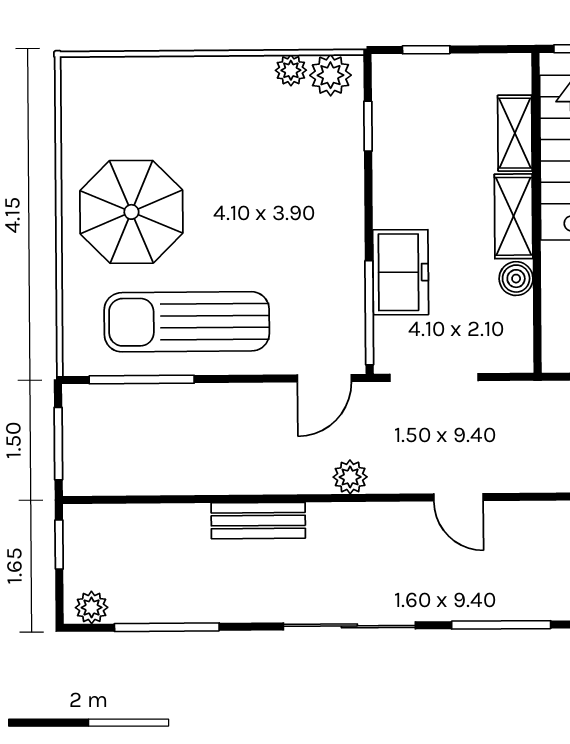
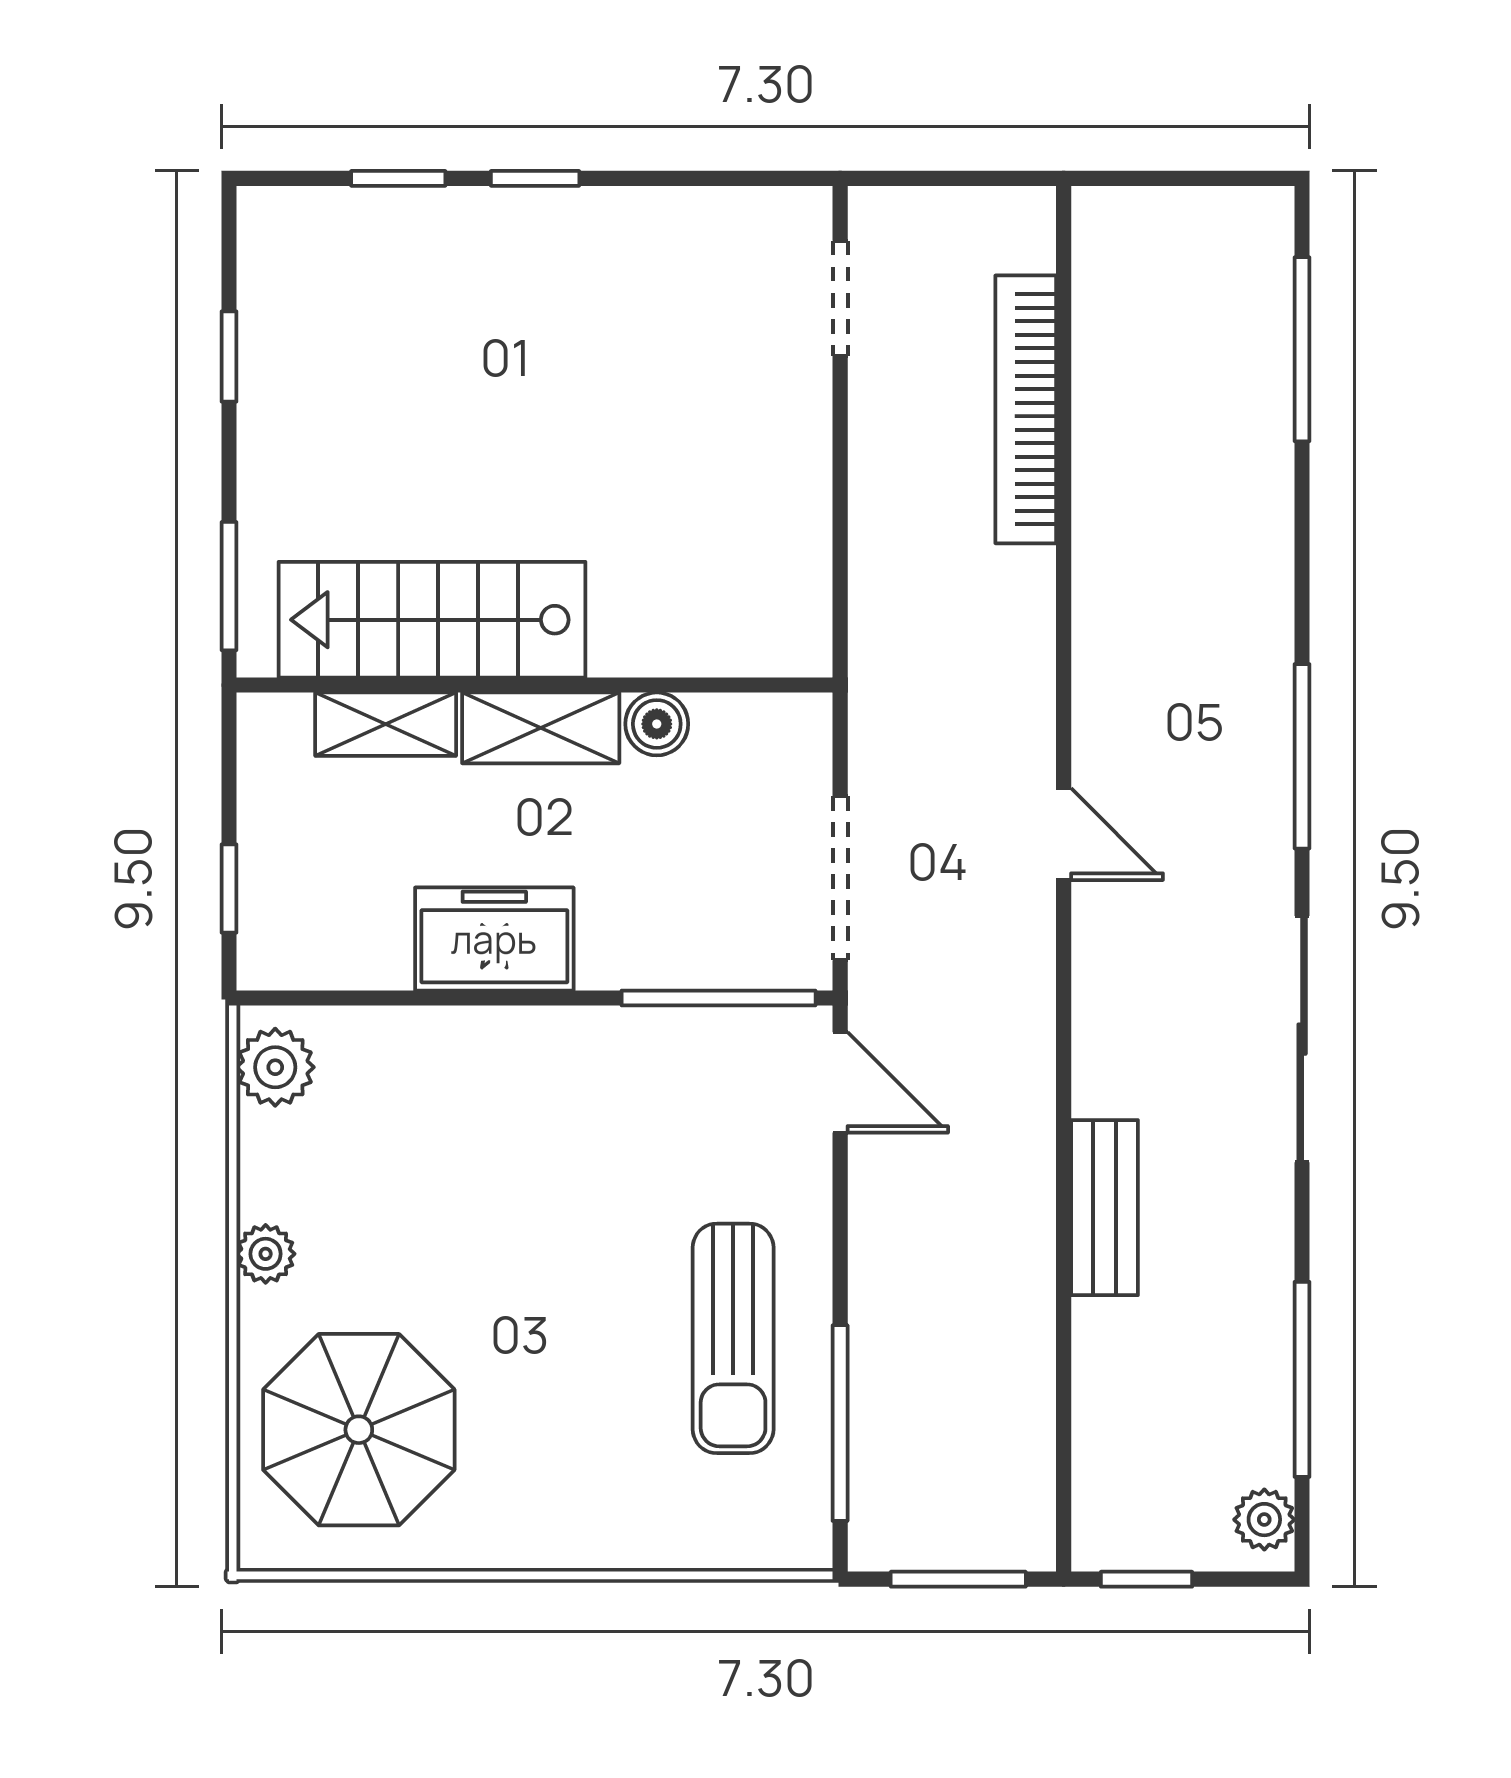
plant: (291, 70) -> (266, 1254), moved
window: (368, 126) -> (371, 998), removed
parasol: (131, 212) -> (359, 1430), moved
freezer: (401, 272) -> (494, 939), moved
sun lounger: (187, 322) -> (733, 1338), width x0.73, depth x0.75
plant: (350, 477) -> (1024, 1036), removed
door: (459, 497) -> (1064, 834), hinge flipped

